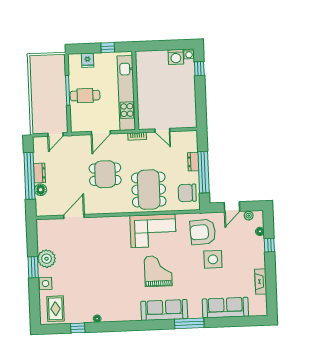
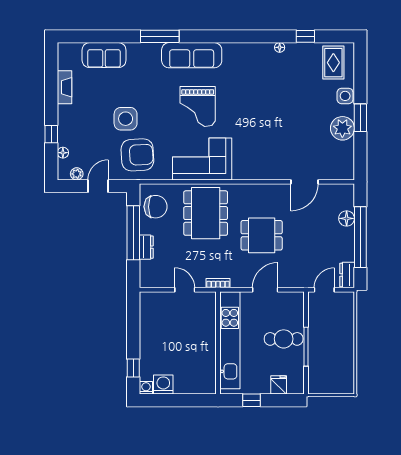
dresser: (40, 173) -> (347, 275), moved
sofa: (225, 308) -> (104, 55), width x0.73

